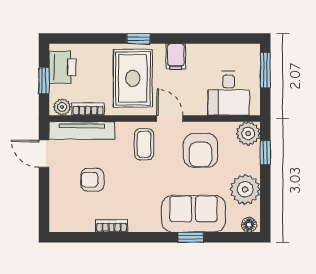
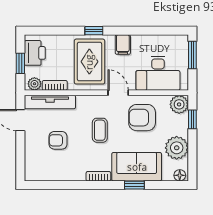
desk: (229, 93) -> (158, 73), width x1.37
coffee table: (144, 144) -> (100, 130), moved
armchair: (201, 150) -> (142, 118), turned 90
bookcase: (112, 226) -> (98, 176), moved

